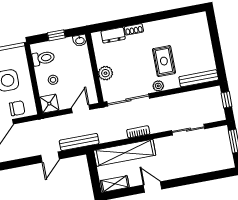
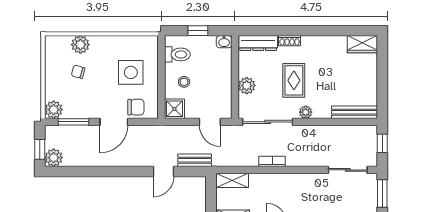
wardrobe: (195, 21) -> (362, 44), added
dresser: (113, 35) -> (258, 43), width x1.44
rug: (164, 61) -> (294, 80), moved
door: (81, 109) -> (210, 122), swing flipped
sliding door: (188, 130) -> (348, 170), moved
bench: (79, 142) -> (195, 160), width x0.73
shelving: (125, 153) -> (232, 180), width x0.45, depth x0.75

